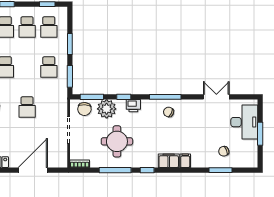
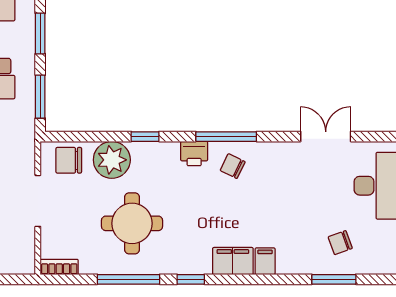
window: (92, 97) -> (83, 137), removed
printer: (133, 106) -> (194, 154), moved
chair: (84, 109) -> (69, 160), turned 86

